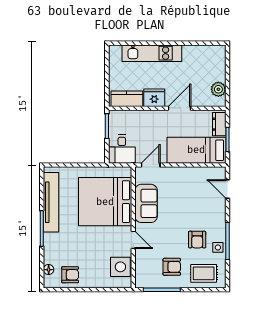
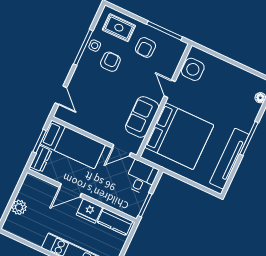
plant: (218, 89) -> (19, 207), moved
armchair: (172, 267) -> (145, 47), turned -88
armchair: (70, 275) -> (243, 84), removed

